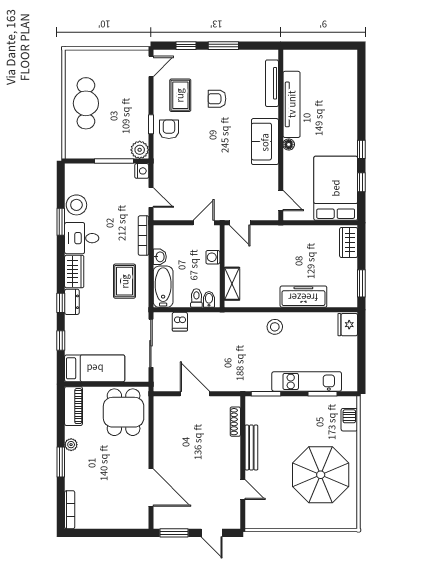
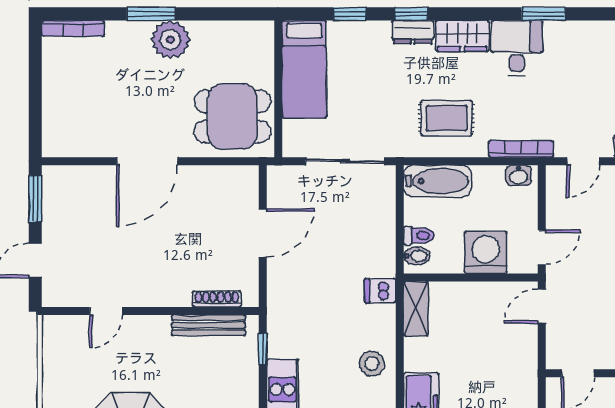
stool: (76, 205) -> (571, 40), removed
door: (204, 223) -> (542, 247), hinge flipped
washbasin: (160, 257) -> (519, 176), moved
washing machine: (213, 257) -> (486, 252), width x1.89, depth x1.89
shelving: (232, 284) -> (416, 309), moved, turned 90
dishwasher: (180, 322) -> (380, 291), moved
window: (266, 394) -> (263, 349), width x0.67
piano: (73, 406) -> (242, 35), removed
plant: (71, 445) -> (170, 40), width x1.88, depth x1.88
bench: (251, 448) -> (209, 325), moved
door: (151, 488) -> (147, 161), moved

